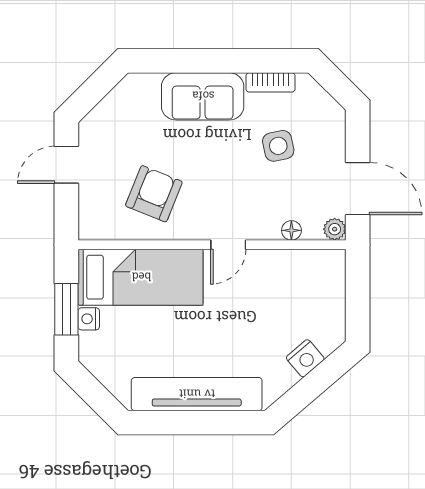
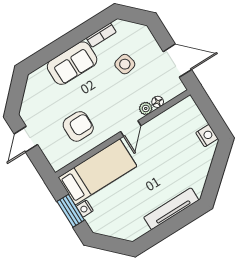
armchair: (154, 194) -> (78, 126), turned 68
plant: (335, 229) -> (146, 108), moved
nightstand: (305, 358) -> (207, 136), moved, turned -49
tv unit: (197, 394) -> (171, 209), width x0.73, depth x0.78

